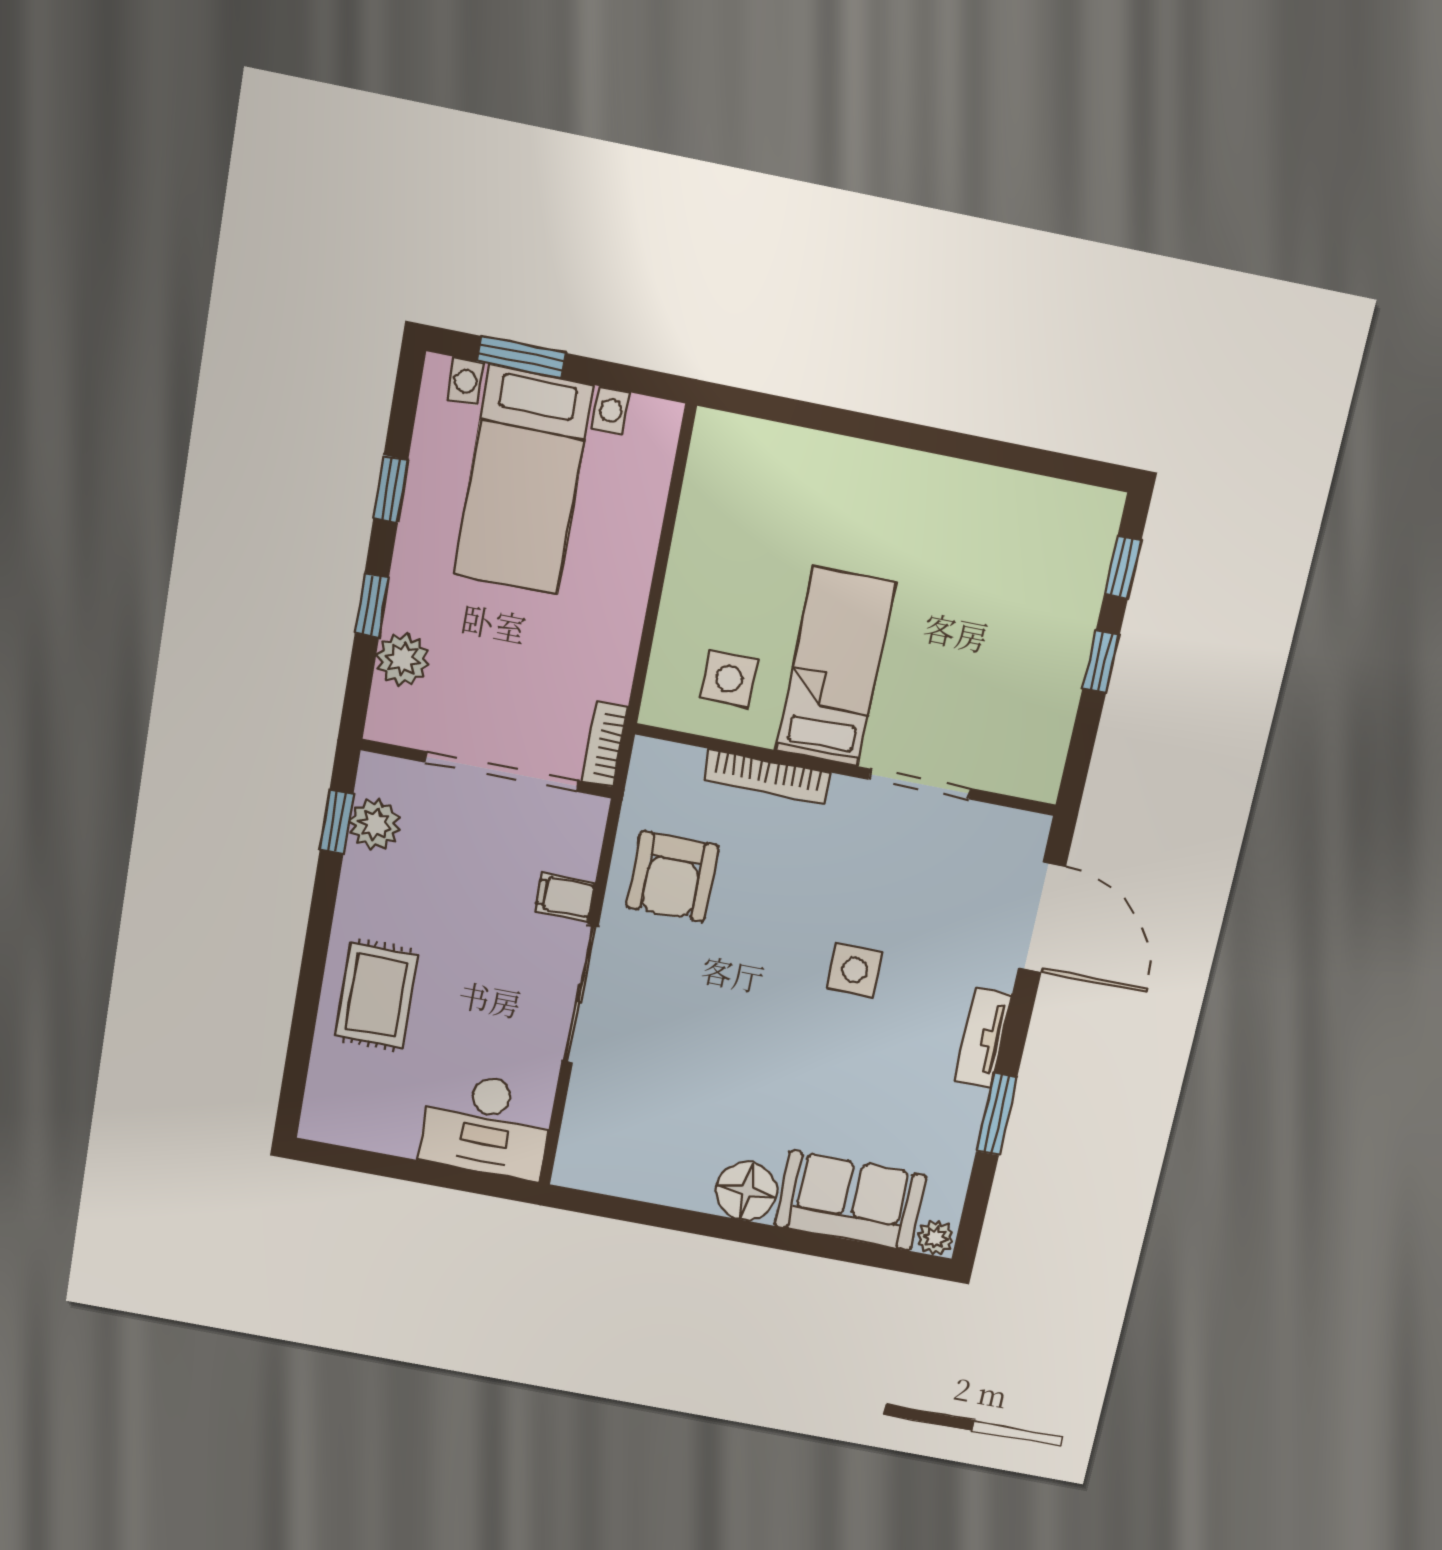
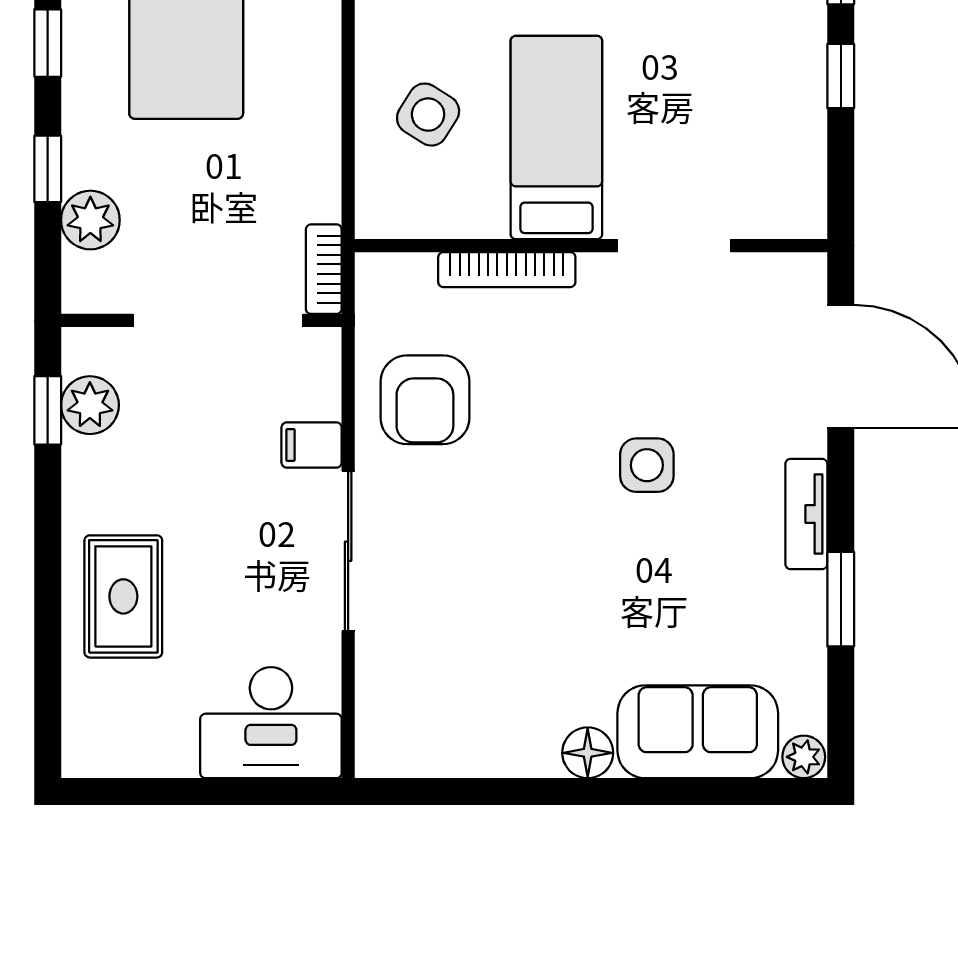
side table: (729, 679) -> (428, 115), moved, turned 32
floor lamp: (746, 1191) -> (588, 753), width x0.73, depth x0.73

